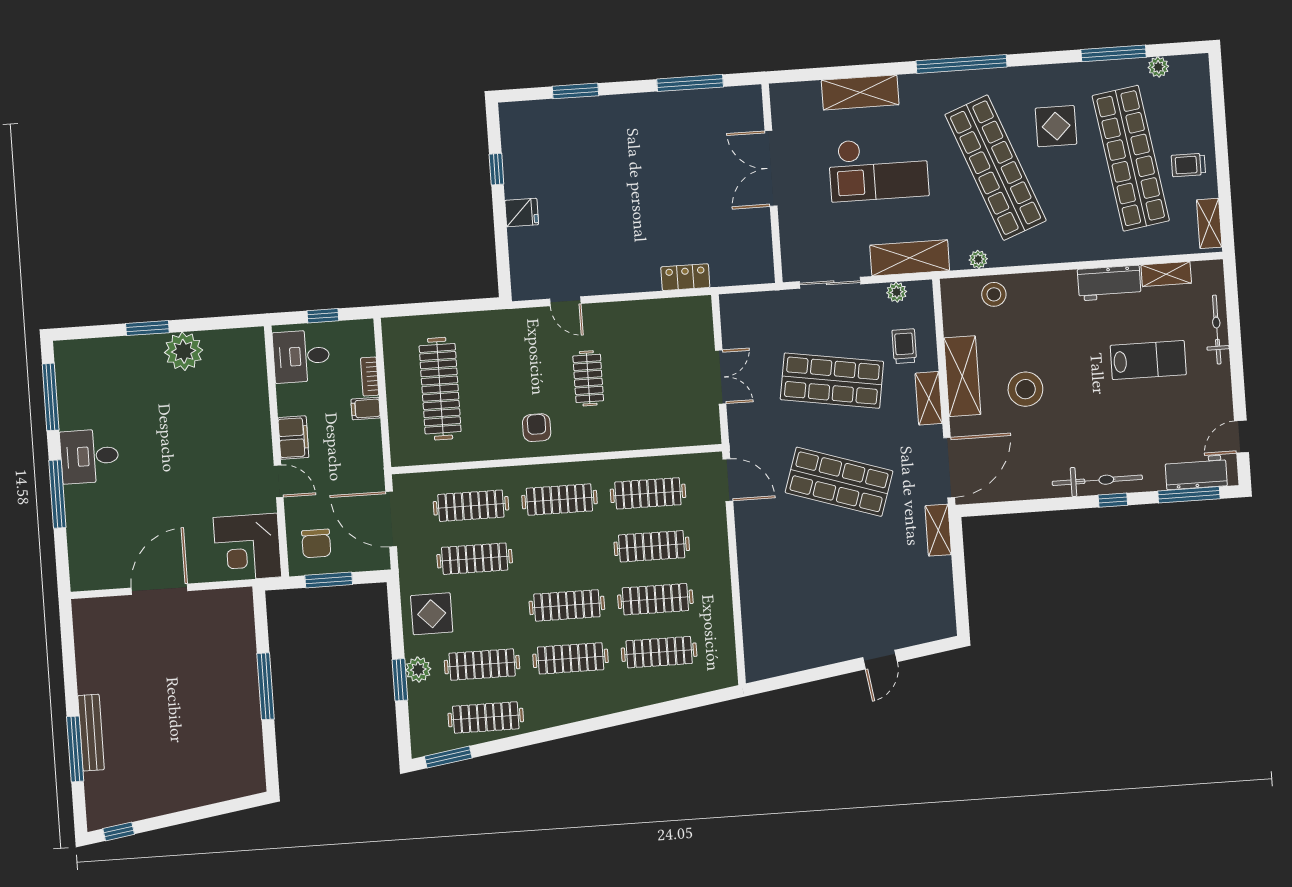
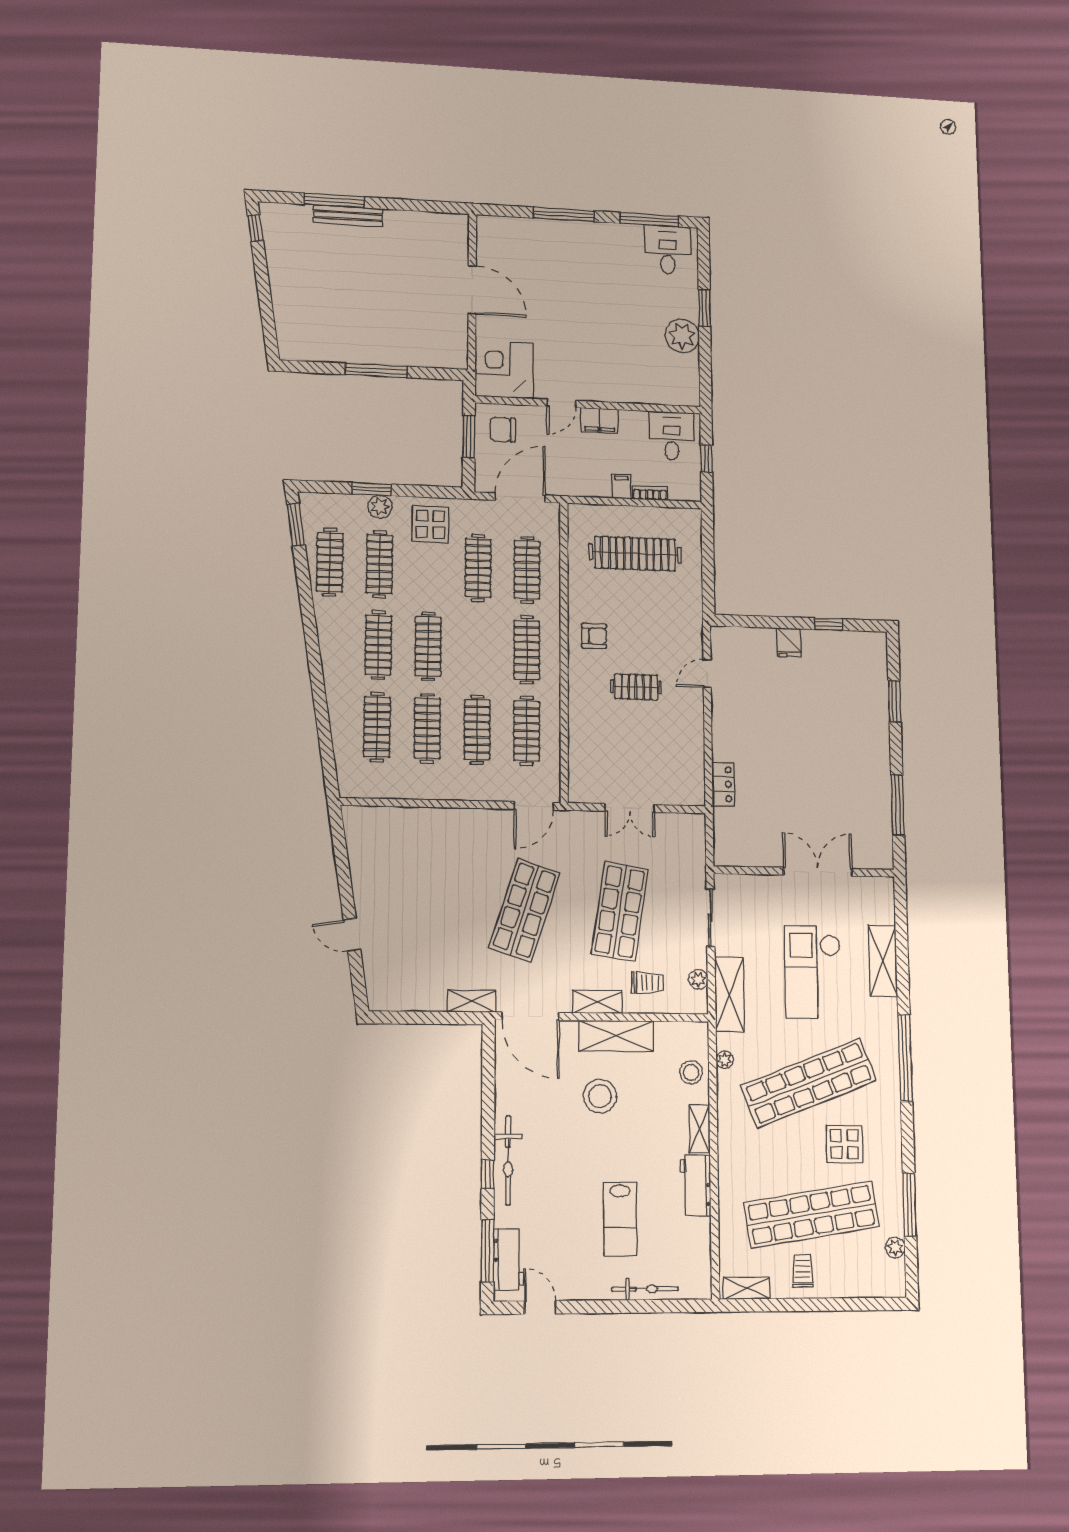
shelving: (1166, 274) -> (699, 1129), moved
desk: (90, 456) -> (668, 250), moved

